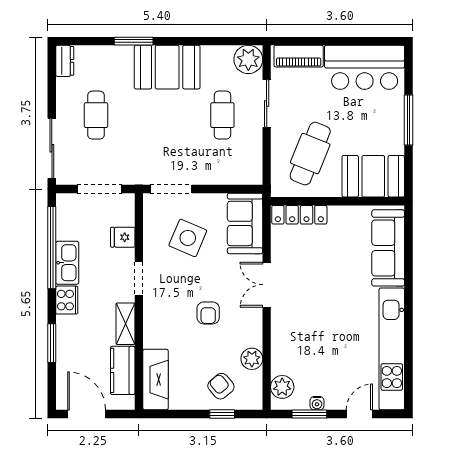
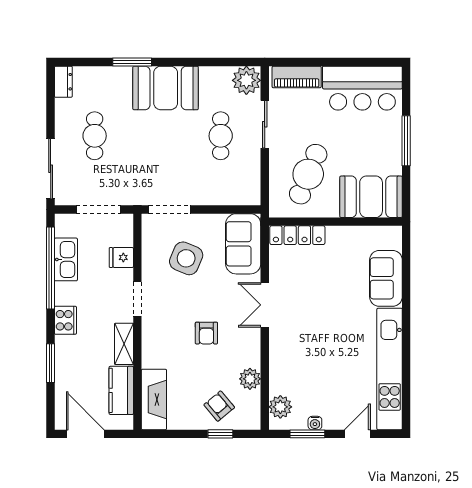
sofa: (388, 248) -> (386, 278), width x0.73
kitchen sink: (67, 263) -> (66, 259), moved

